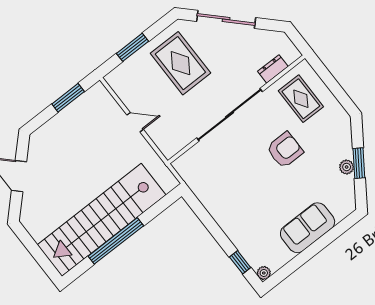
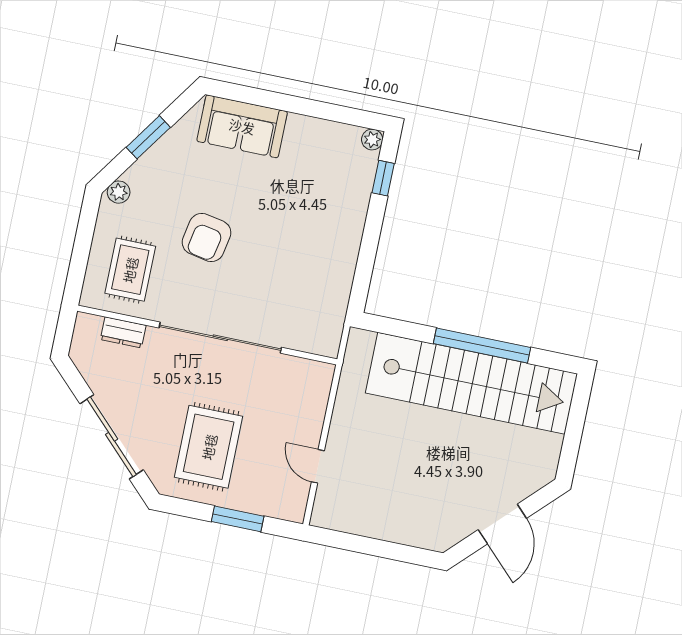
window: (68, 98) -> (361, 544), removed
door: (135, 122) -> (318, 466), moved
armchair: (285, 150) -> (207, 237), turned -79
plant: (347, 167) -> (119, 192), moved
sofa: (308, 228) -> (242, 126), moved

